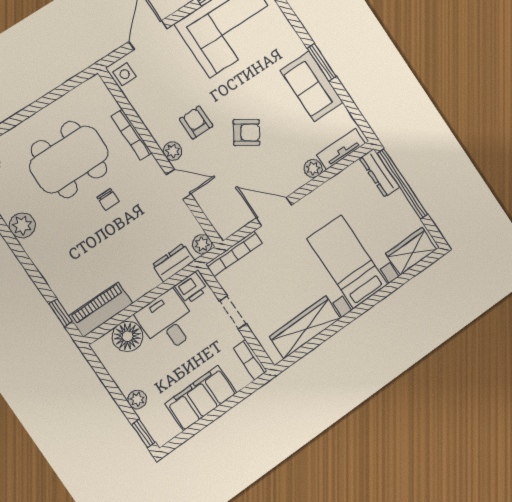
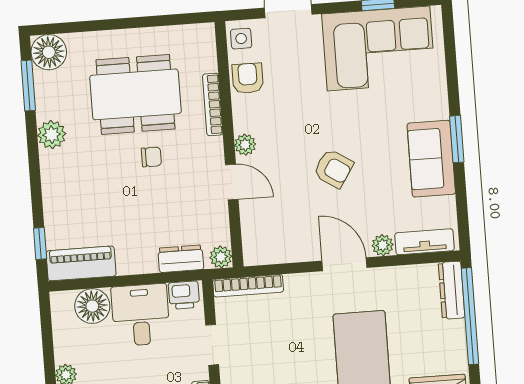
armchair: (196, 122) -> (248, 78), moved
chair: (108, 199) -> (151, 157), turned -90
door: (274, 212) -> (344, 264), moved

